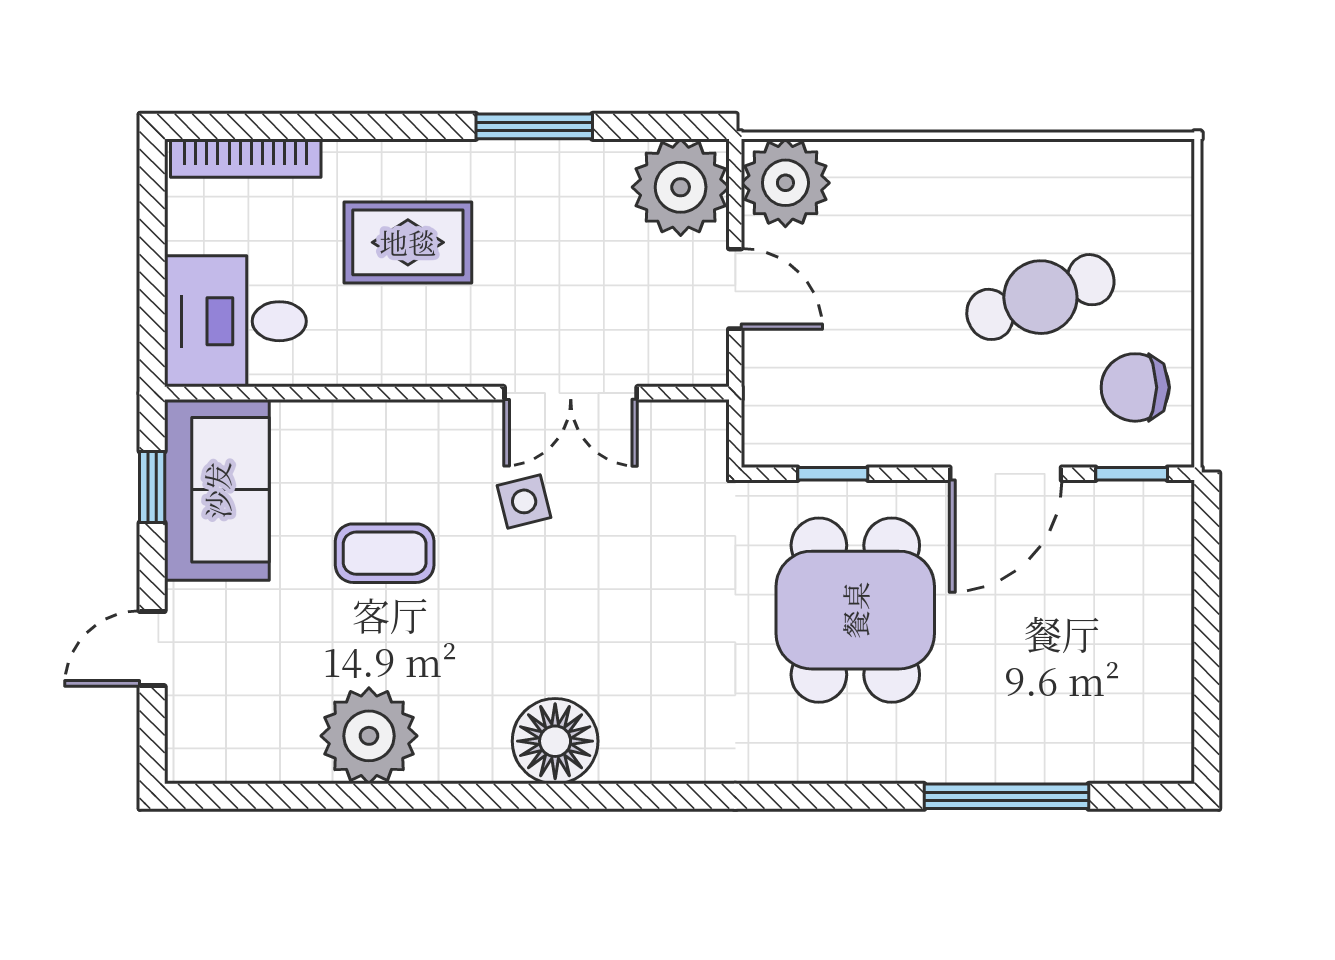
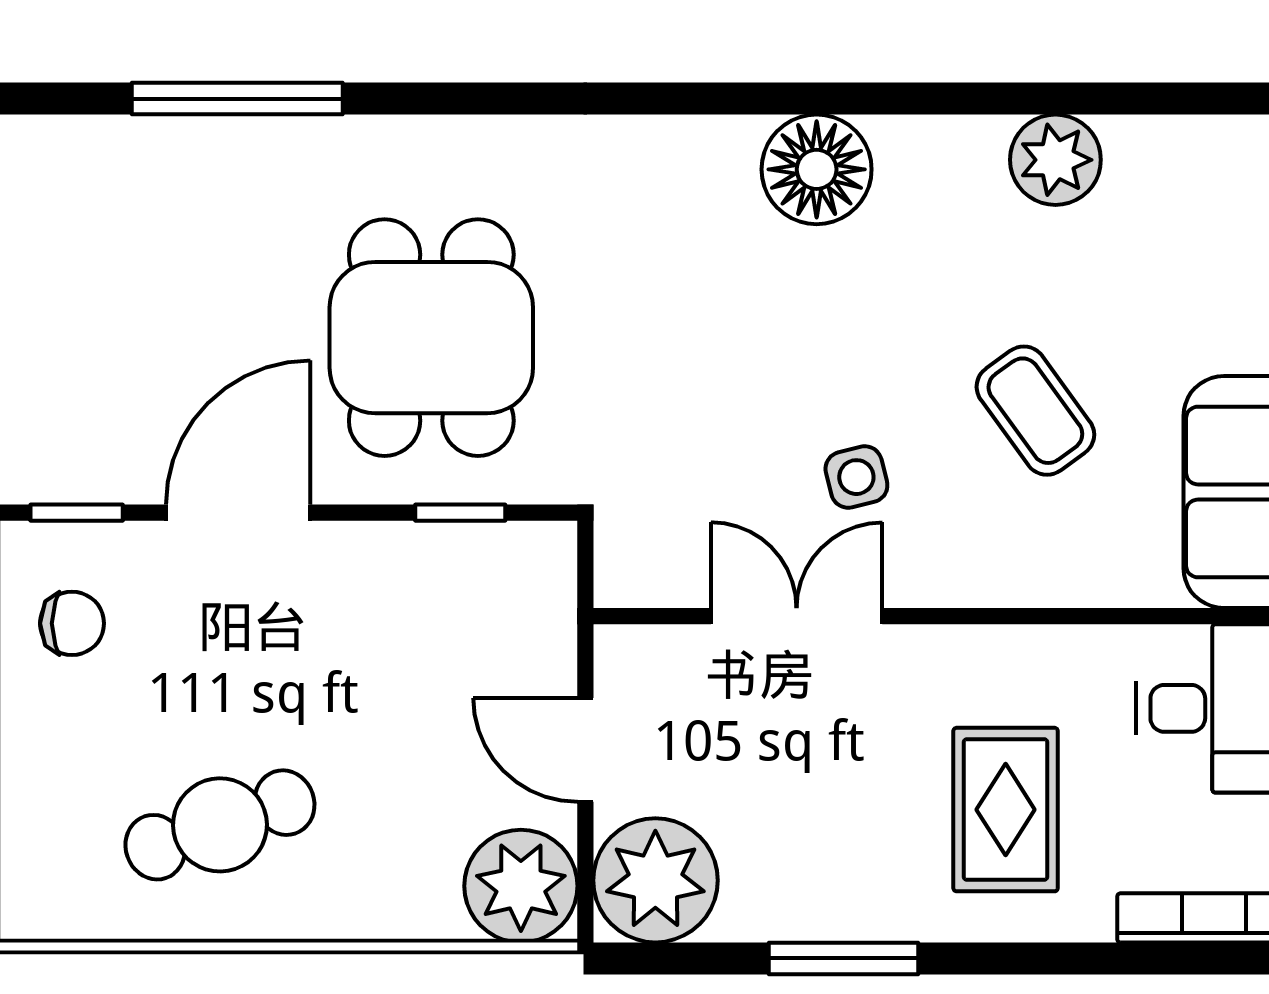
rug: (408, 242) -> (1006, 810), turned 90
cafe table: (1040, 297) -> (220, 825), moved
chair: (1135, 387) -> (72, 623), width x0.73, depth x0.73
coffee table: (385, 553) -> (1035, 411), turned 54
plant: (369, 736) -> (1055, 160), width x0.73, depth x0.73

